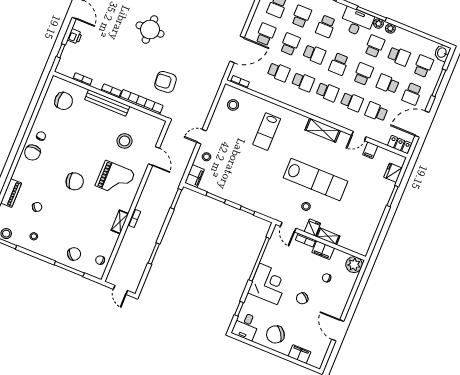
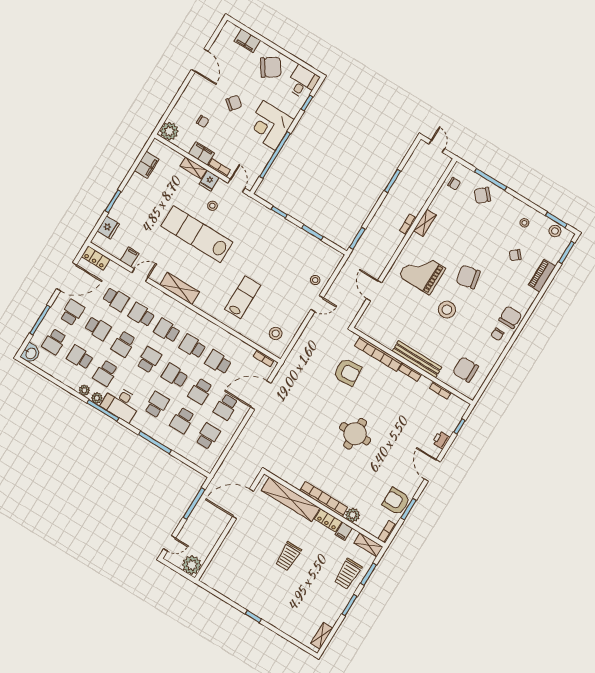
stool: (124, 141) -> (447, 310), moved
filing cabinet: (194, 176) -> (147, 165), moved, turned 180

